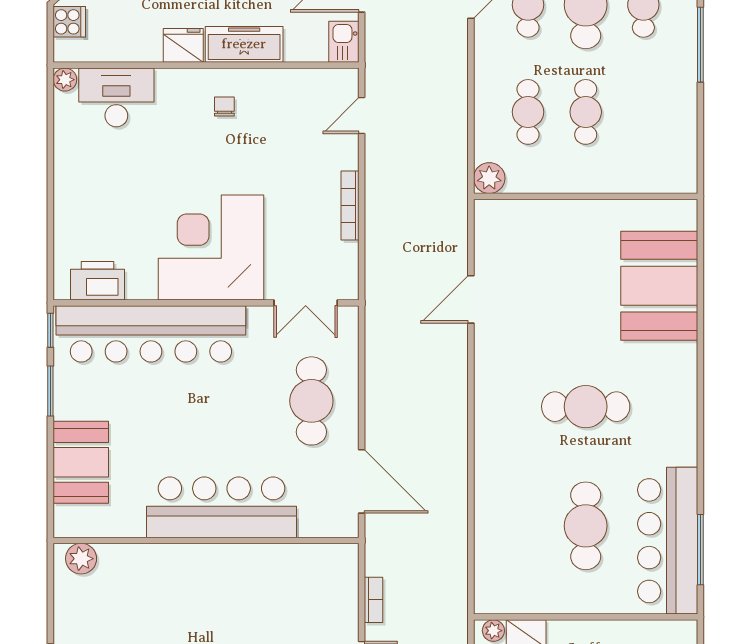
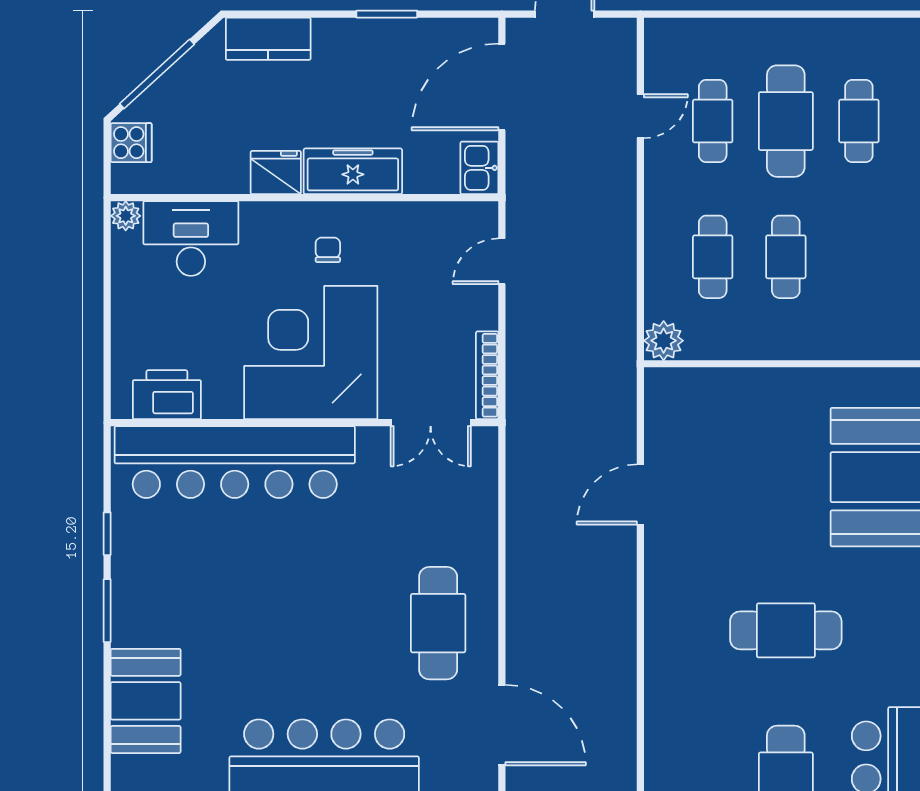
corner desk: (211, 248) -> (311, 353), moved
printer: (97, 281) -> (167, 395), moved
wall: (206, 303) -> (305, 423), moved
double door: (306, 303) -> (431, 423), moved
bar counter: (151, 334) -> (235, 462), moved

